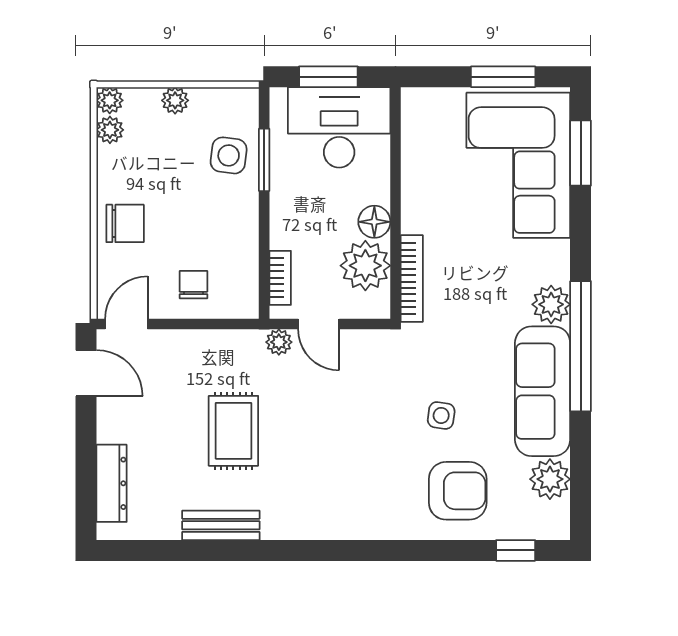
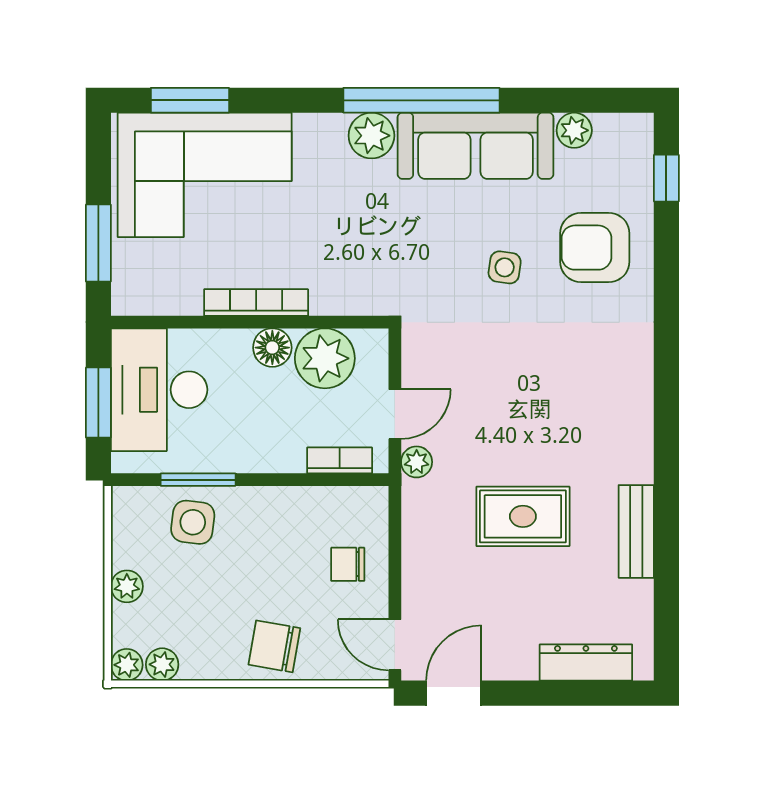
window: (503, 77) -> (98, 243), moved
chair: (125, 223) -> (274, 646), turned -80
bookcase: (412, 278) -> (256, 303), moved
plant: (550, 479) -> (574, 130), width x0.73, depth x0.73
armchair: (458, 491) -> (595, 248), turned -90

